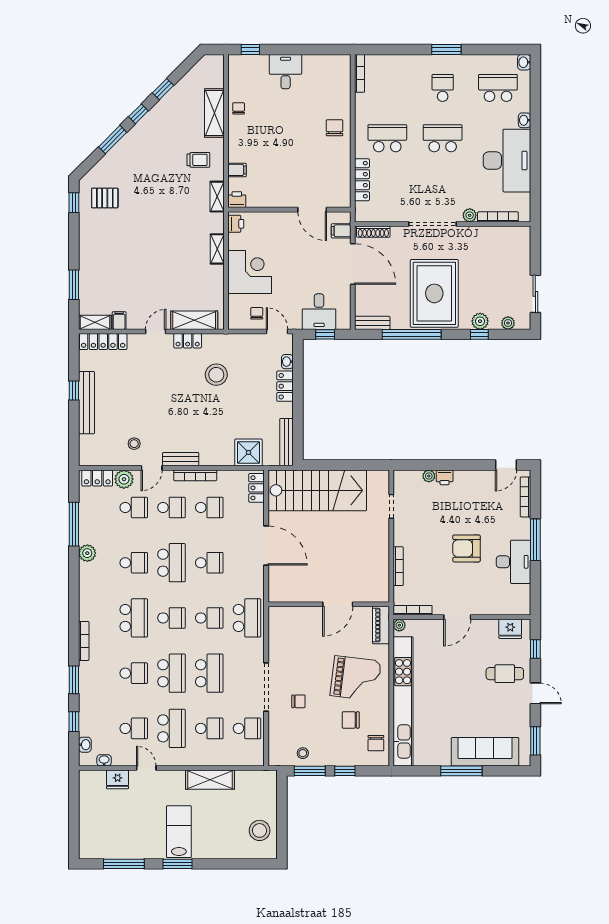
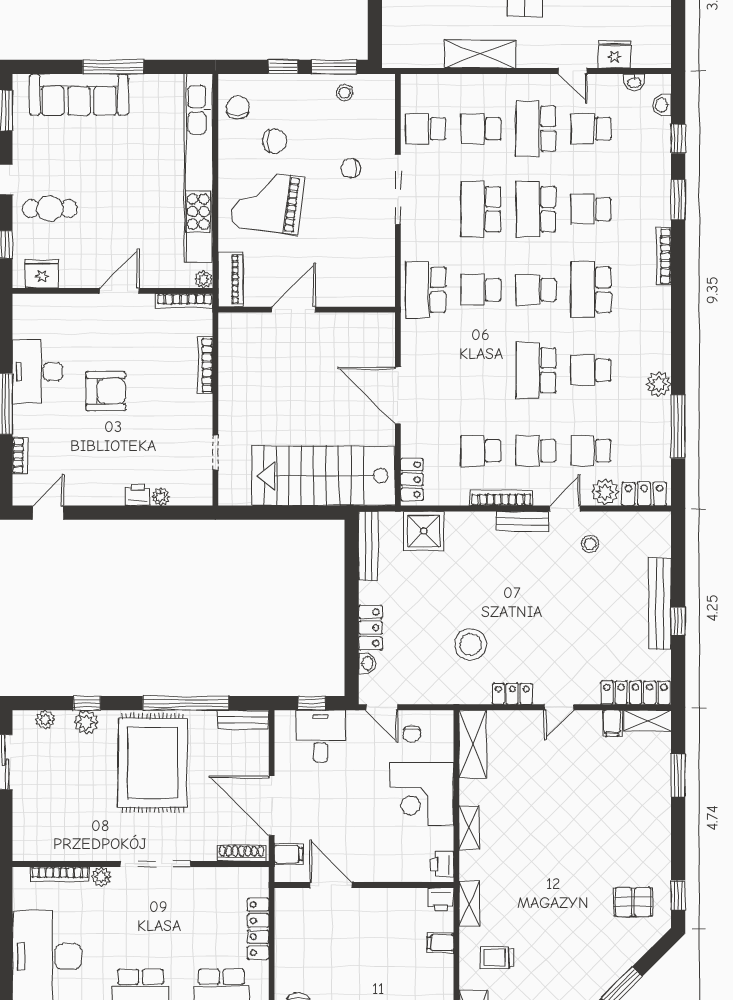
shelving: (194, 320) -> (473, 744), moved, turned 90
bookcase: (525, 497) -> (20, 456), width x0.64
school desk: (209, 563) -> (481, 370), removed

